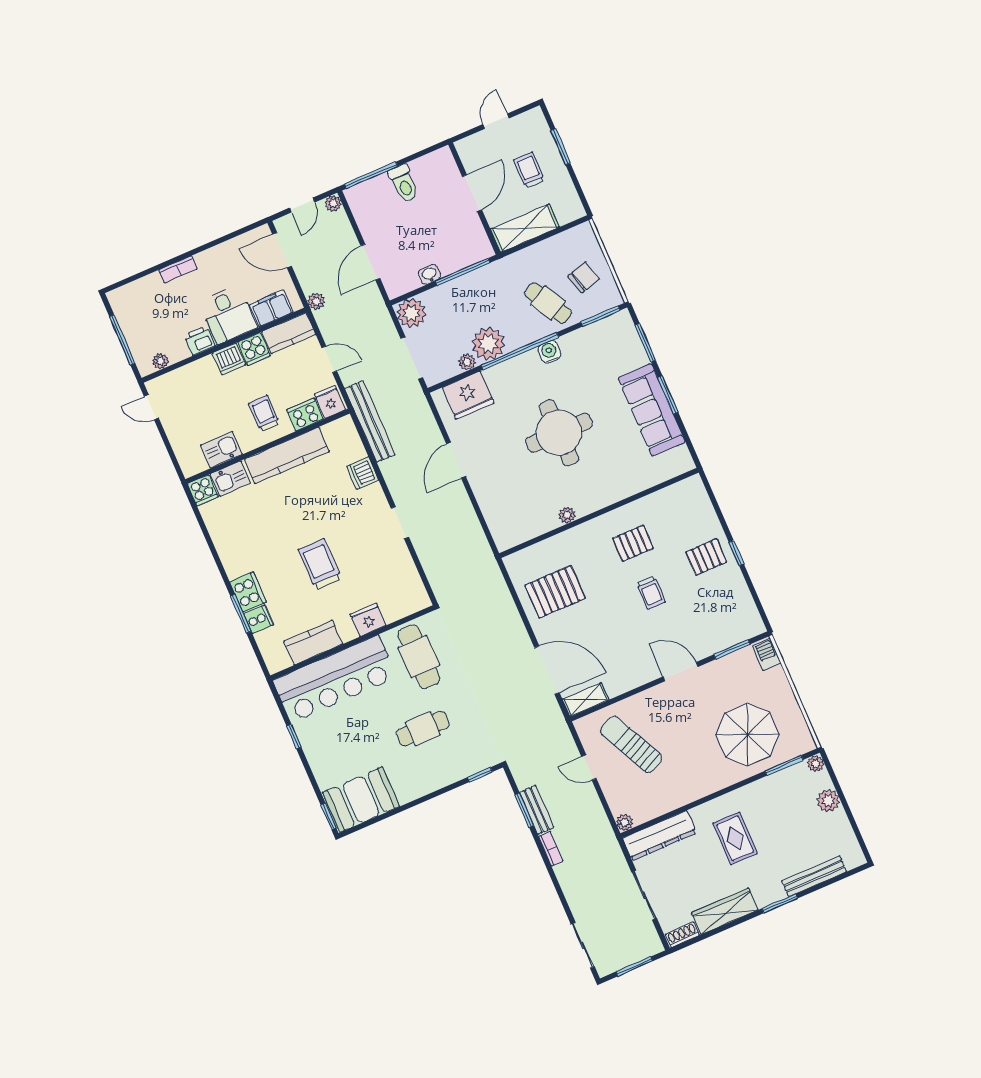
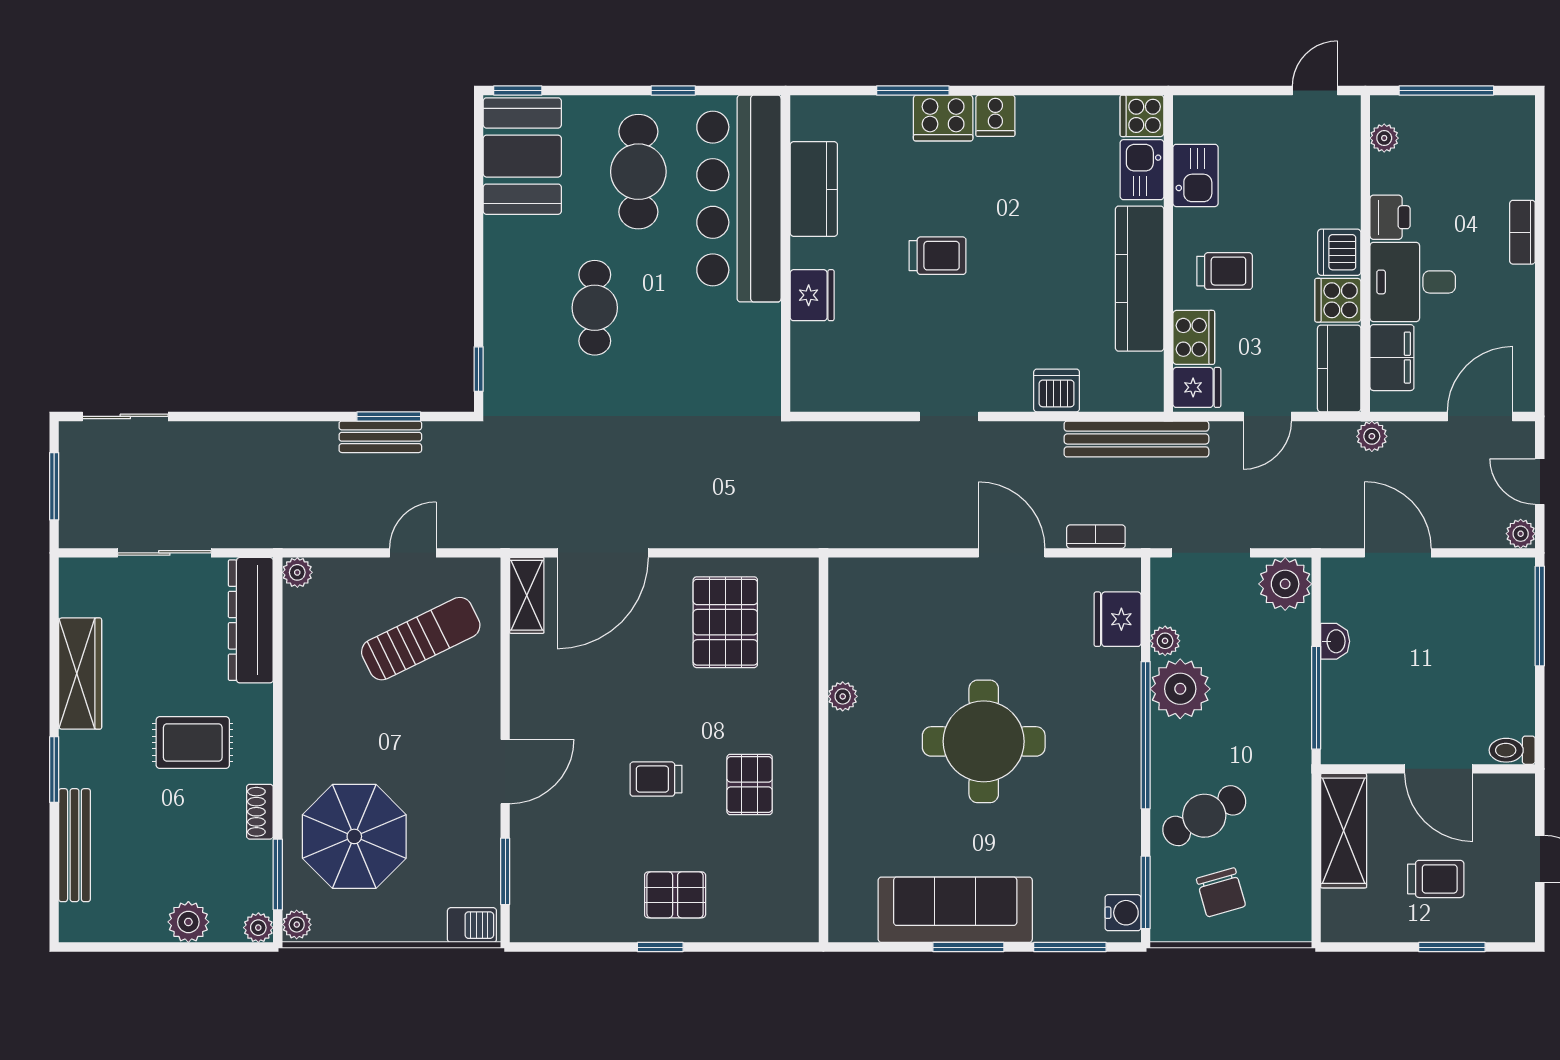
toilet: (404, 183) -> (1512, 750), moved, width x0.73, depth x0.72
water cooler: (549, 352) -> (1123, 913), moved
fridge: (468, 395) -> (1118, 619), width x0.73, depth x0.75
pallet: (706, 557) -> (675, 895), turned 90
trolley: (320, 564) -> (938, 256), width x0.73, depth x0.72
cooker: (259, 619) -> (995, 116), moved
cafe table: (419, 656) -> (638, 172), moved, turned 90
plant: (805, 745) -> (297, 925), added
bookcase: (551, 849) -> (1096, 537), moved, turned 180
shoe rack: (682, 935) -> (260, 812), moved, turned 180

